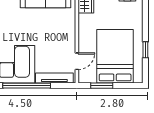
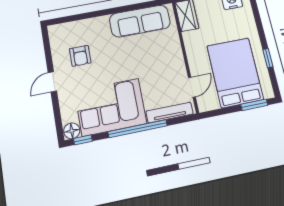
window: (102, 86) -> (254, 105), moved

